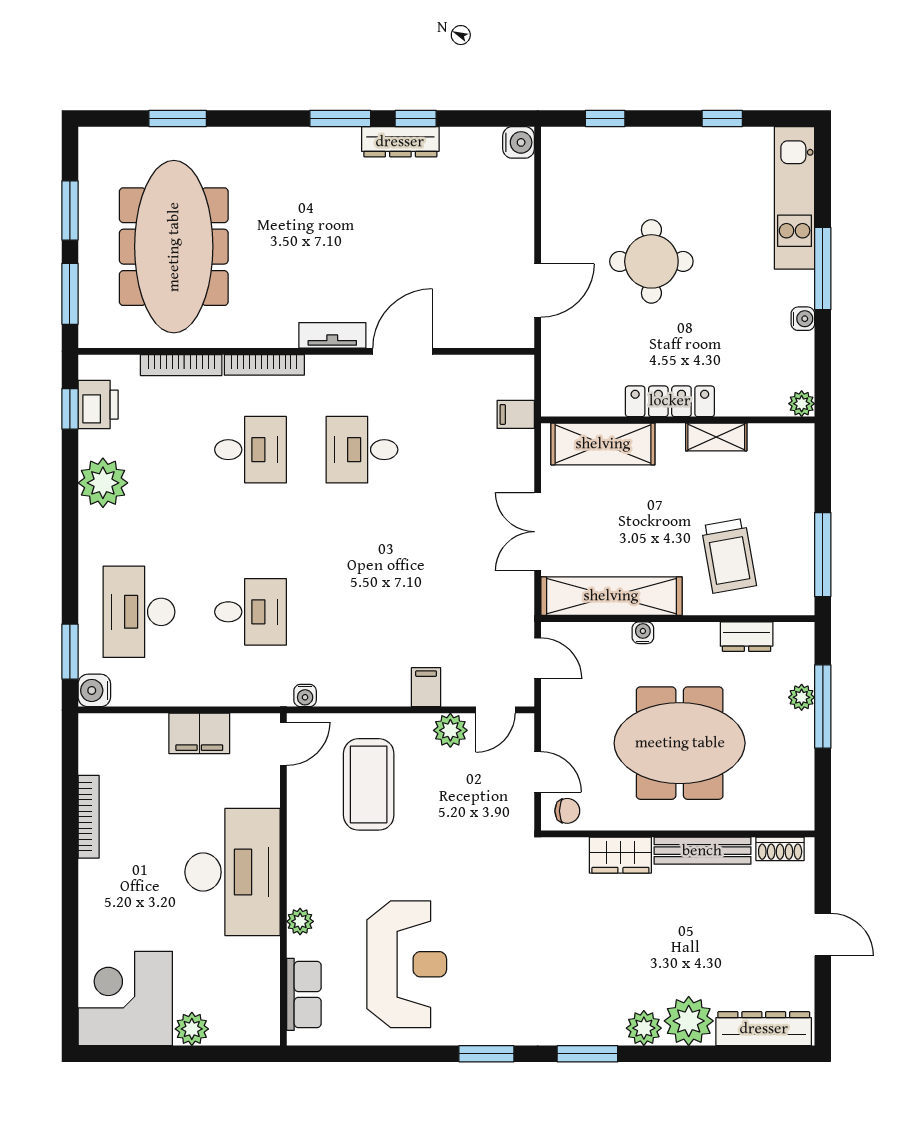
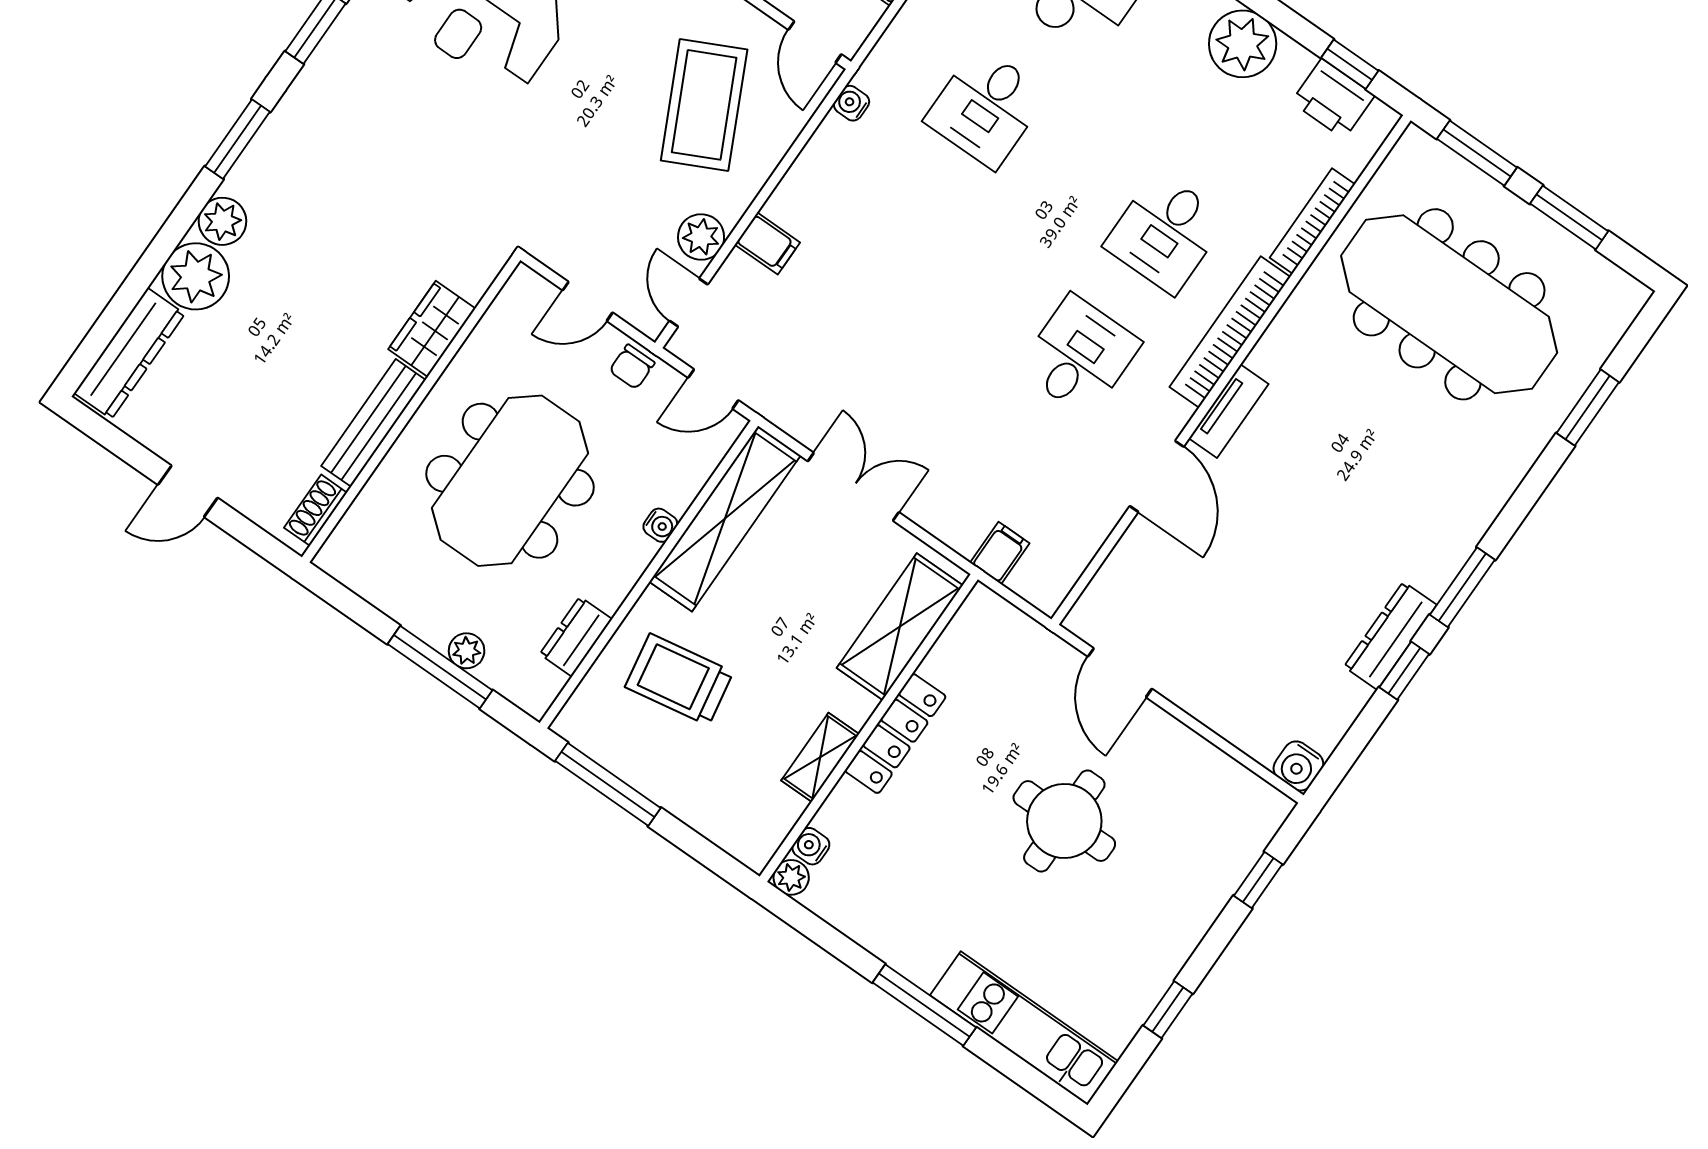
water cooler: (803, 319) -> (811, 846), moved, turned 90
bookcase: (264, 365) -> (1230, 332), width x1.48, depth x1.31
coffee table: (369, 784) -> (704, 105), turned 64
chair: (567, 811) -> (632, 367), moved

